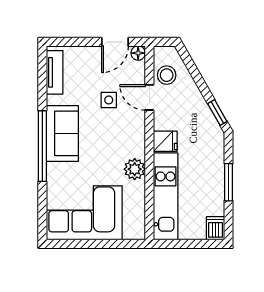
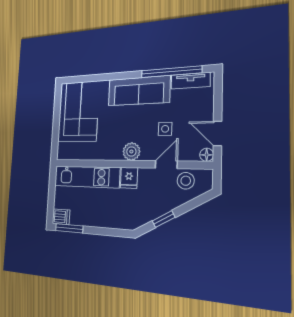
window: (217, 112) -> (164, 219), moved
sofa: (62, 133) -> (139, 91), width x1.36
window: (42, 146) -> (171, 72), moved
plant: (135, 169) -> (131, 151), moved
window: (229, 182) -> (69, 228), moved

